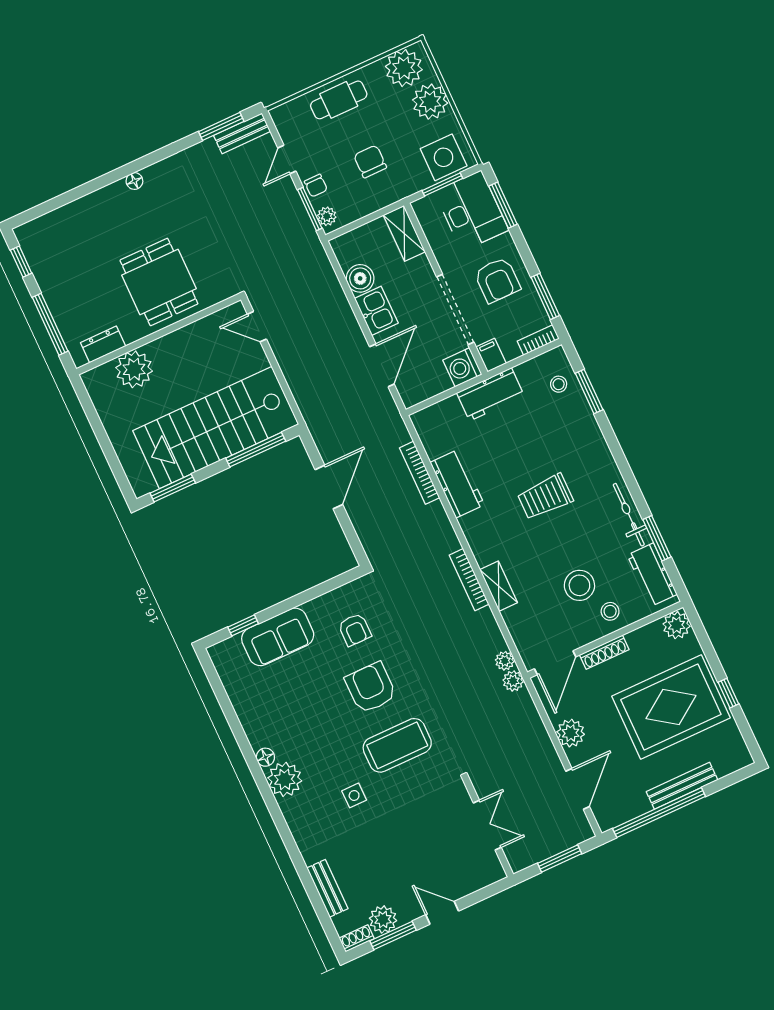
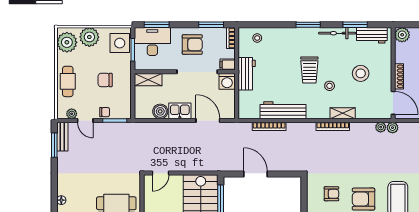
plant: (327, 216) -> (72, 114), moved
window: (589, 391) -> (308, 25), moved
workbench: (457, 484) -> (283, 110), width x1.38
stool: (610, 611) -> (330, 86), moved

